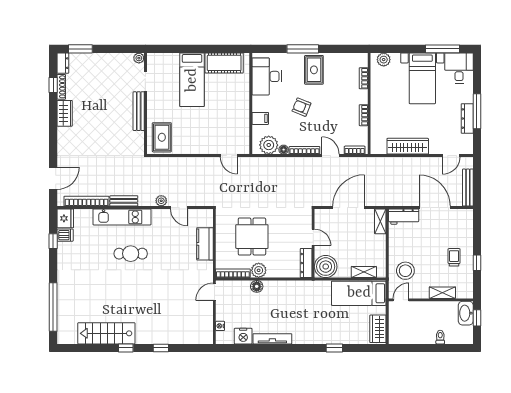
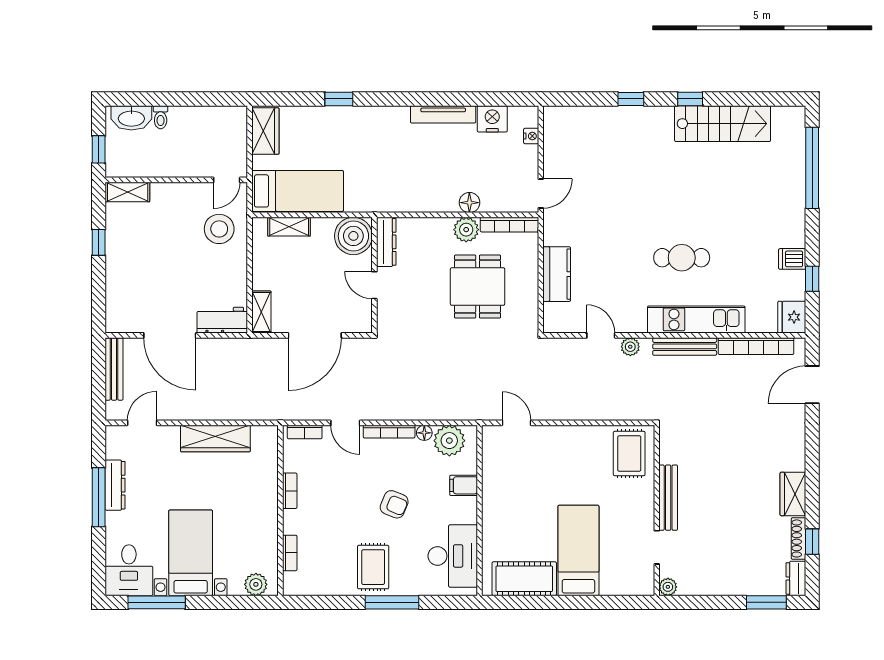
bench: (124, 201) -> (685, 346), width x1.36
dishwasher: (65, 235) -> (792, 259), moved
trolley: (454, 257) -> (137, 252), removed
shelving: (442, 293) -> (128, 192), moved
washbasin: (466, 313) -> (131, 118), moved, turned 90

